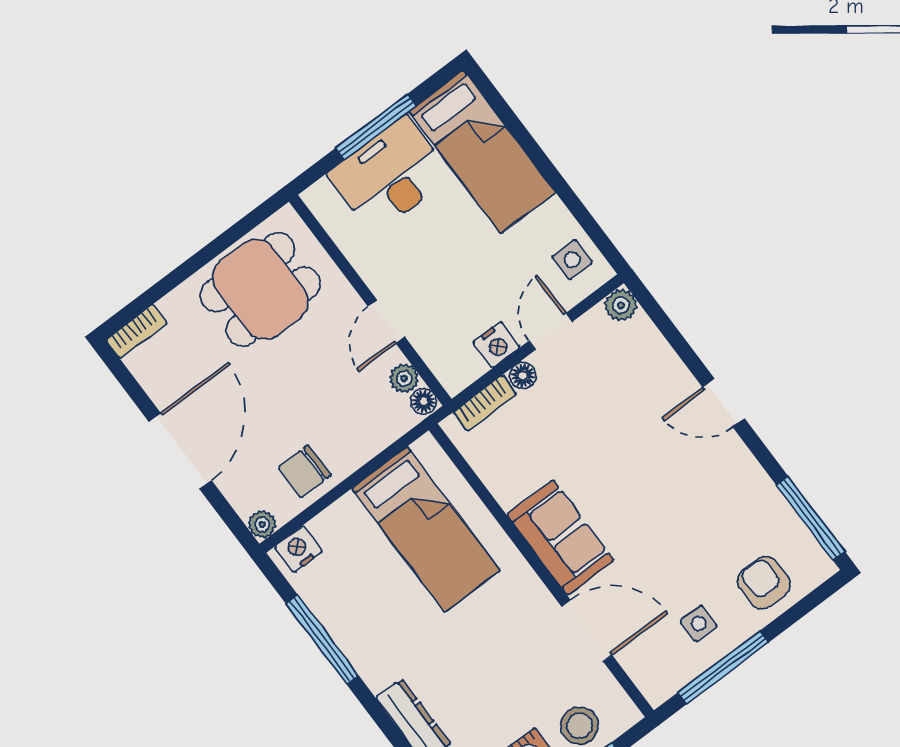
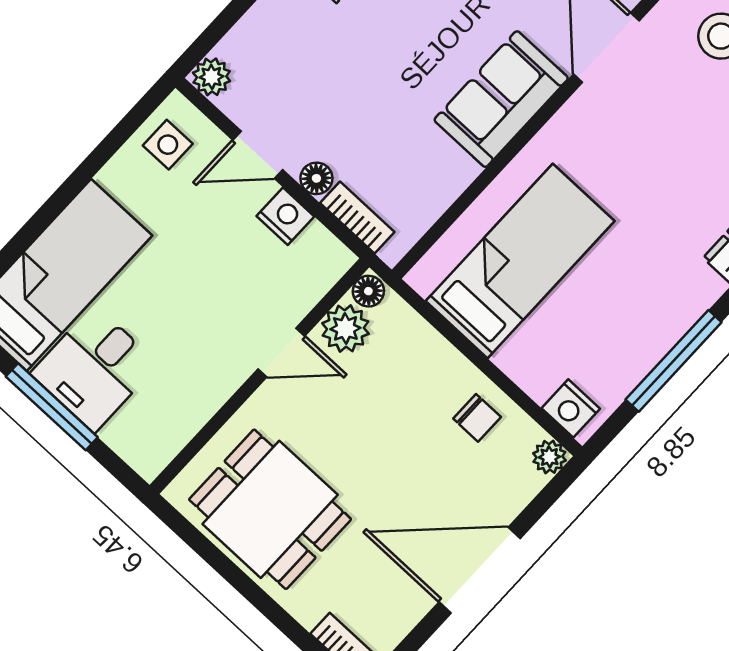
desk: (390, 175) -> (94, 369), width x0.73
plant: (404, 378) -> (345, 328), width x1.38, depth x1.38
chair: (305, 471) -> (477, 418), width x0.73, depth x0.73

